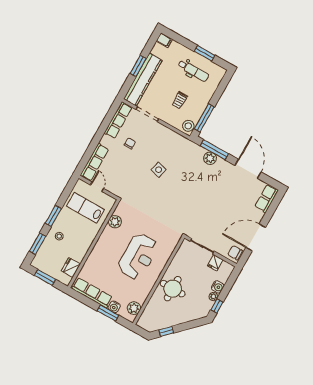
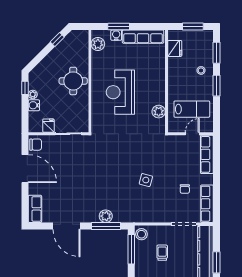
door: (97, 187) -> (192, 134), swing flipped
door: (256, 237) -> (25, 169), hinge flipped

